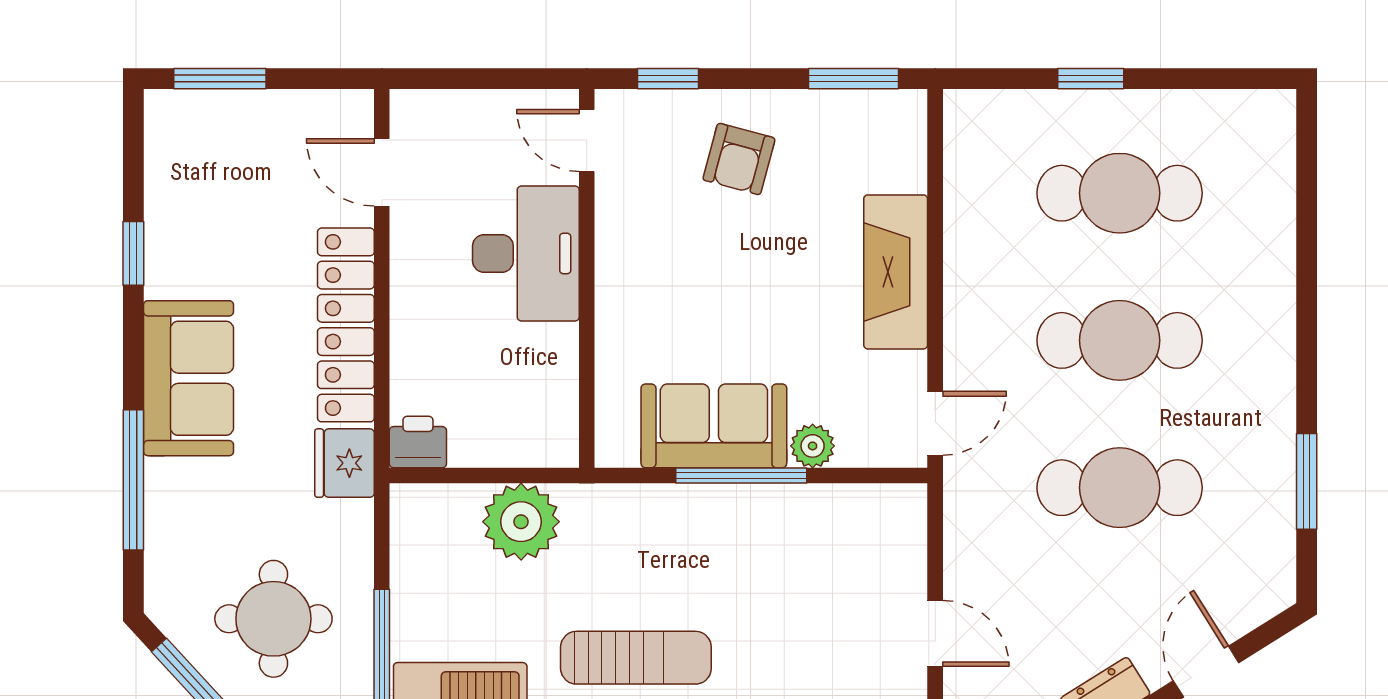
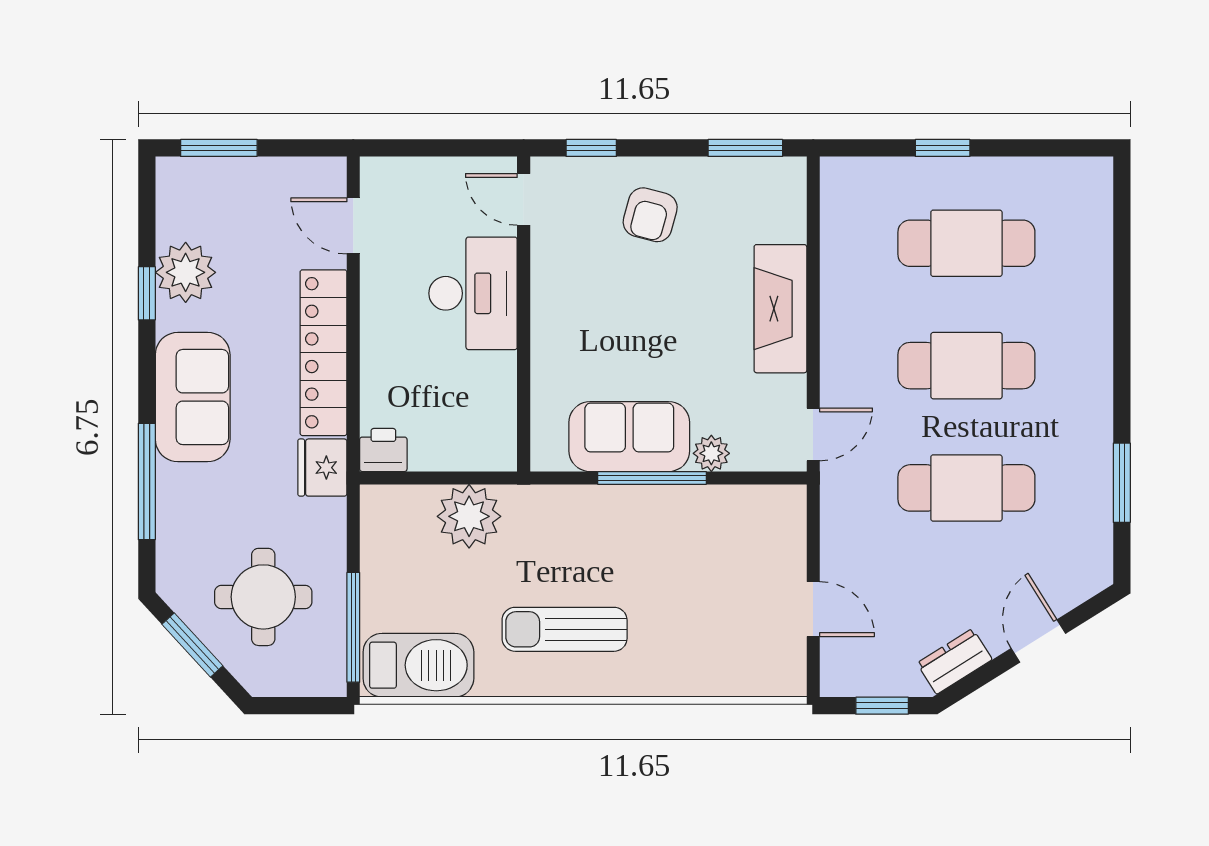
plant: (180, 228) -> (186, 272), added
sun lounger: (636, 658) -> (565, 629), turned 180

